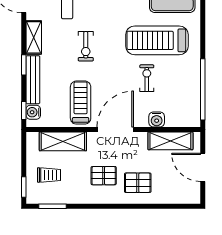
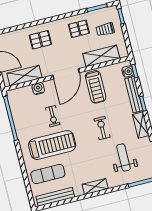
pallet: (104, 176) -> (79, 29), moved

